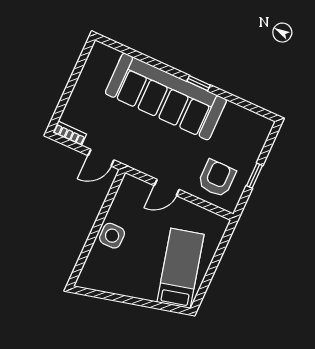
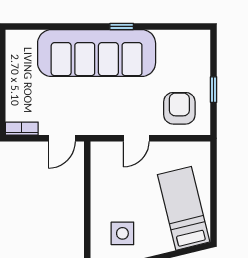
side table: (112, 236) -> (122, 233), moved

